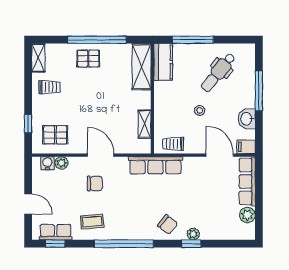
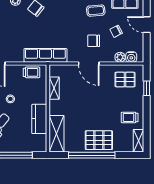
pallet: (88, 59) -> (99, 140), width x1.50, depth x1.42
kitchen counter: (163, 62) -> (39, 119), moved
chair: (67, 196) -> (116, 31), added

